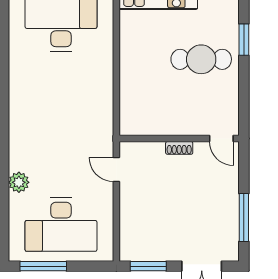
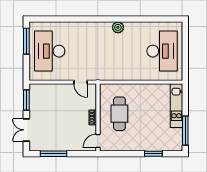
cafe table: (201, 59) -> (119, 114), moved
door: (116, 170) -> (81, 82), swing flipped
plant: (19, 182) -> (118, 27), moved

